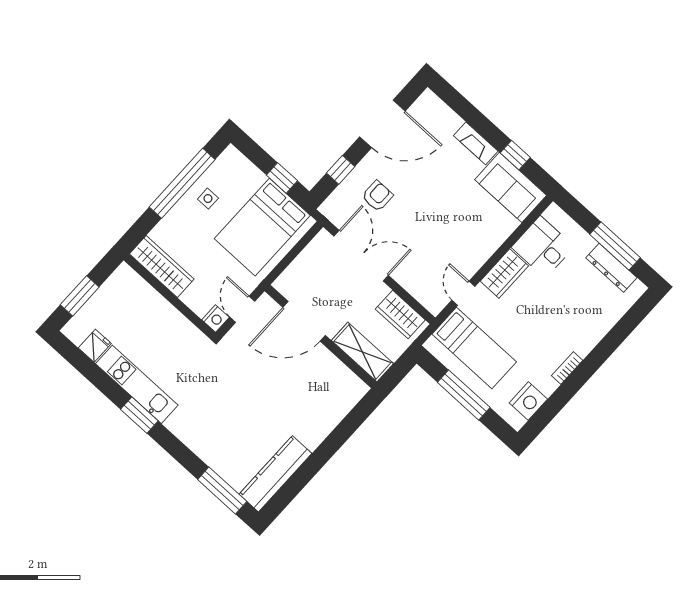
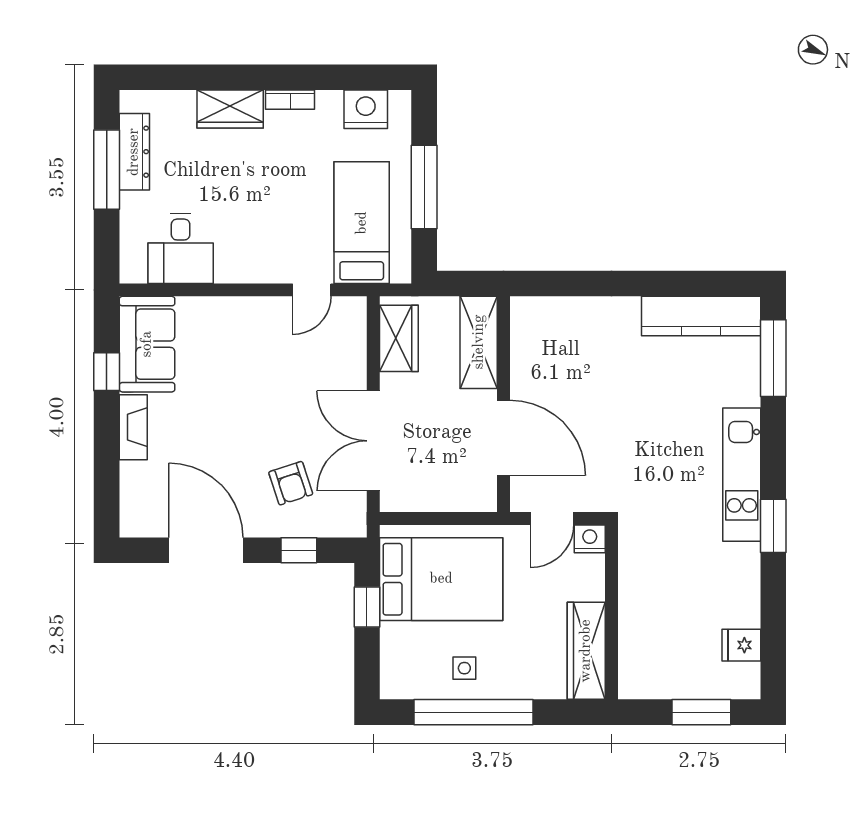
armchair: (377, 196) -> (291, 483), turned -108
wardrobe: (504, 273) -> (230, 109), moved, turned 180
kitchen unit: (137, 384) -> (742, 475), moved

